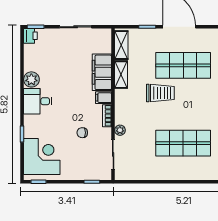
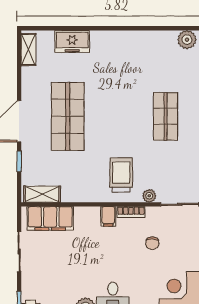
filing cabinet: (102, 72) -> (50, 218), moved
shelving: (121, 75) -> (79, 195), removed
trolley: (160, 93) -> (121, 175), moved
shop shelf: (183, 143) -> (166, 116), width x0.70, depth x0.74

